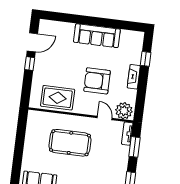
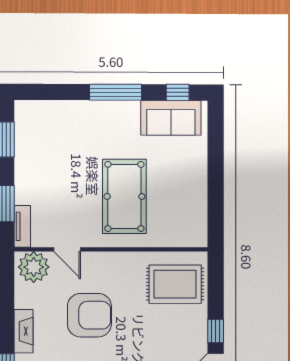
rug: (58, 98) -> (175, 284), moved
pool table: (70, 143) -> (124, 196), turned 90

